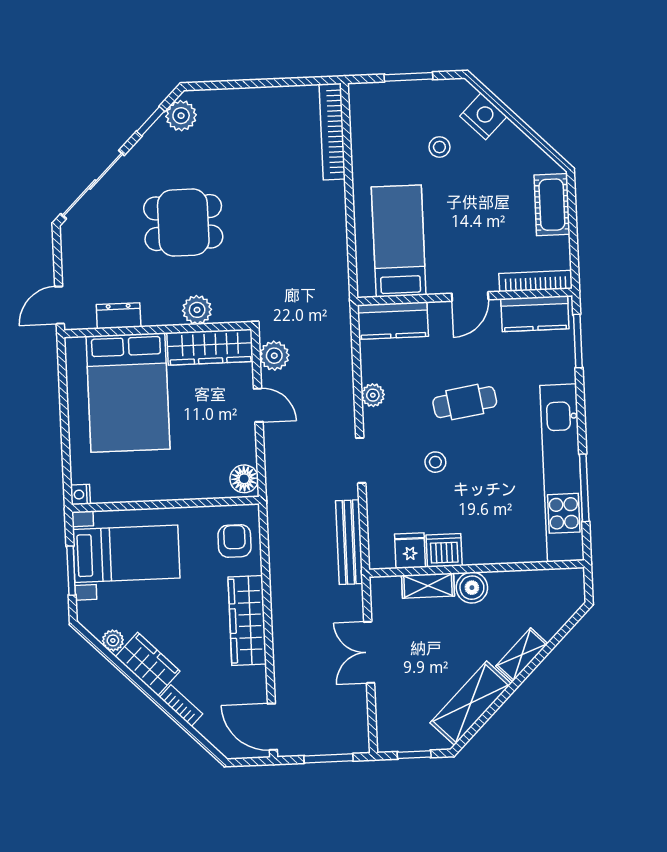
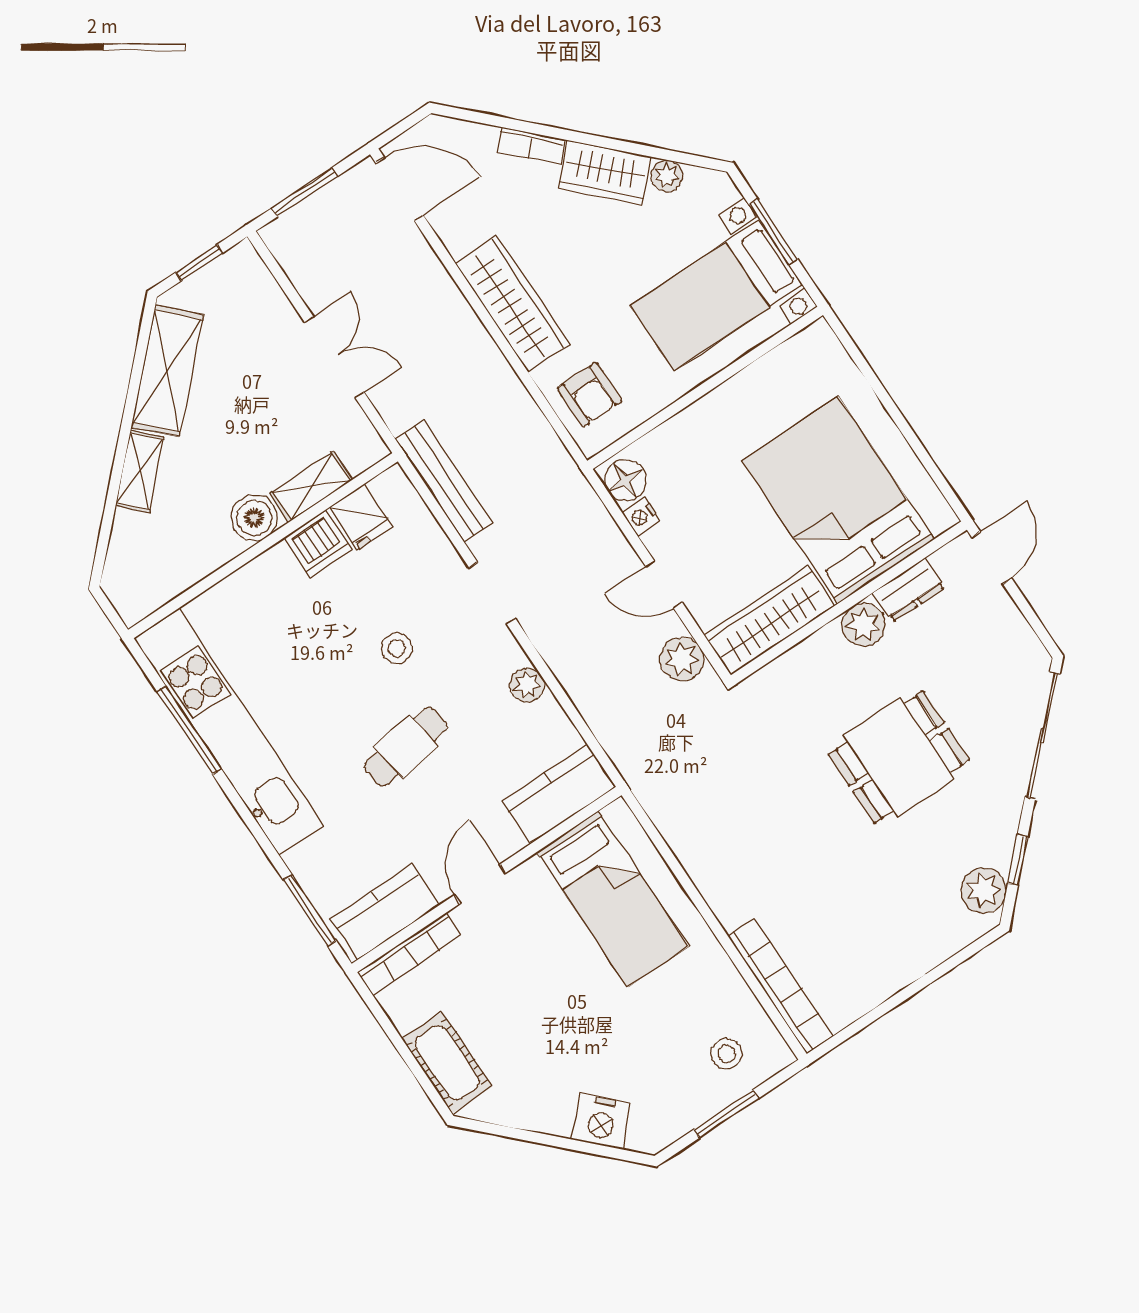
stool: (439, 147) -> (727, 1054), moved
plant: (197, 310) -> (864, 625), moved
nightstand: (80, 494) -> (641, 516), moved, turned 180

